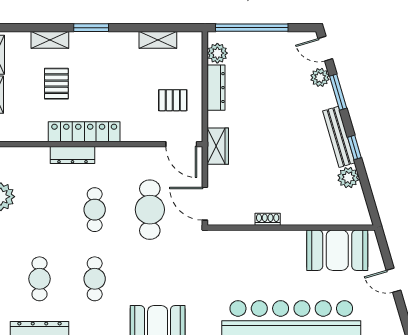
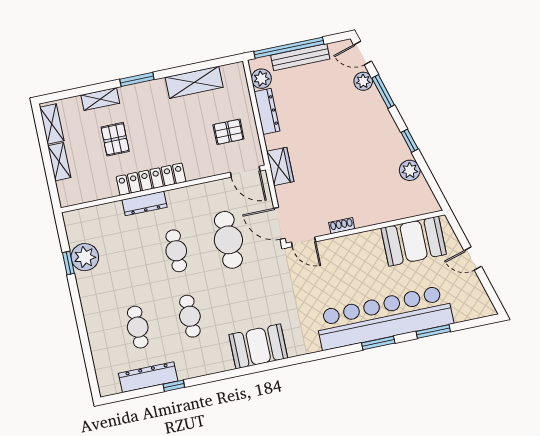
shelving: (158, 40) -> (194, 82), width x1.50, depth x1.33
bench: (339, 137) -> (300, 57), moved, turned -74
door: (225, 228) -> (303, 242), added

